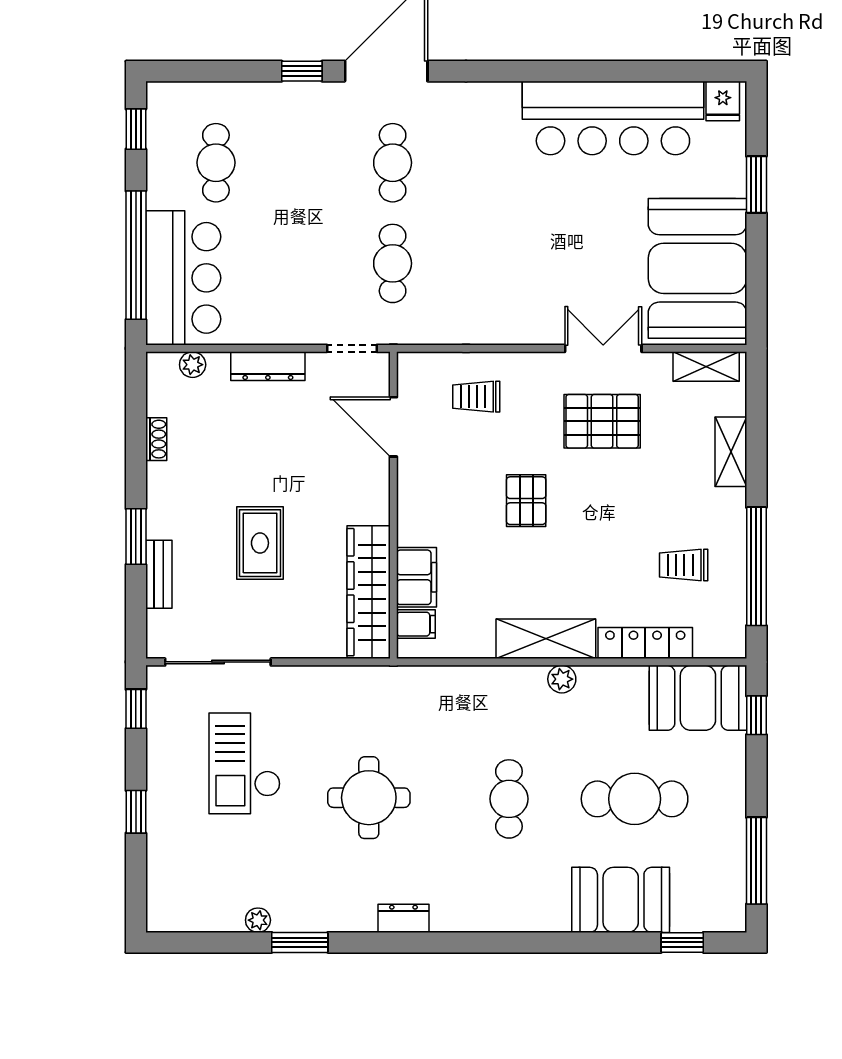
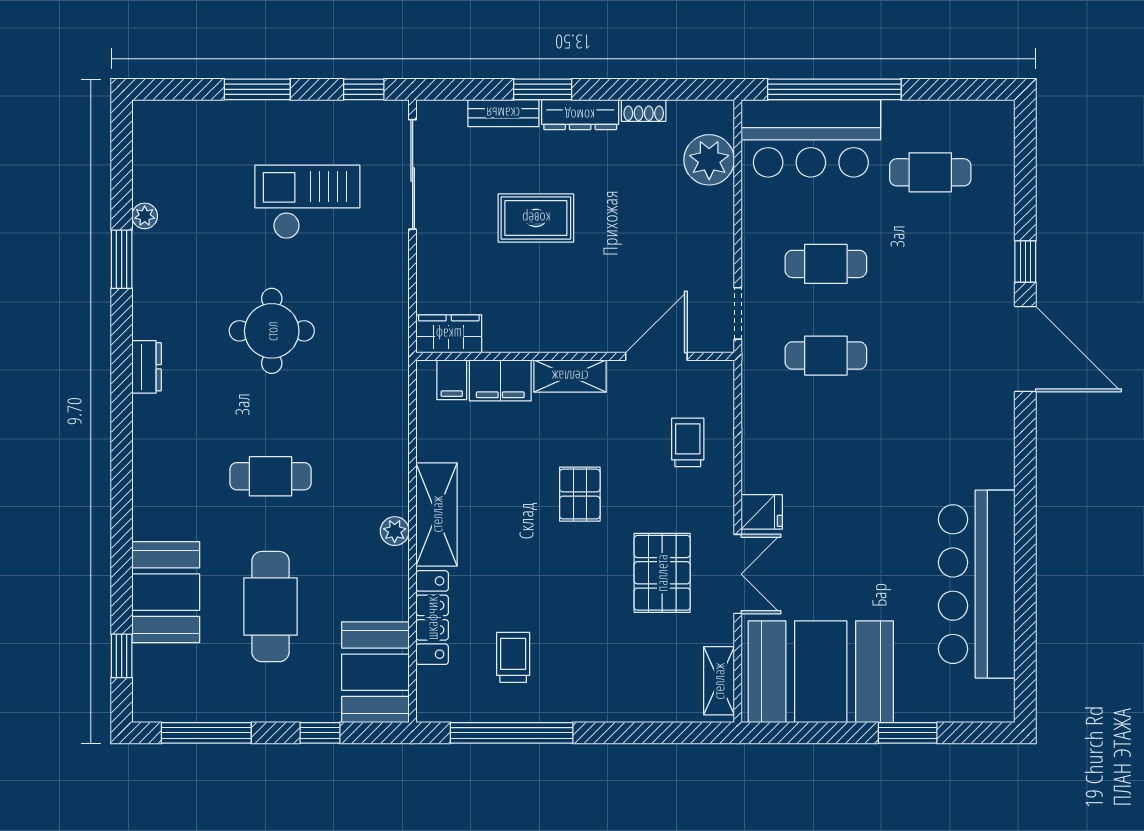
fridge: (723, 101) -> (762, 512), moved, turned 180
window: (136, 129) -> (965, 89), removed
cafe table: (393, 163) -> (826, 264), moved
plant: (193, 365) -> (709, 160), width x1.87, depth x1.87
dresser: (268, 366) -> (580, 115), moved, turned -90
shelving: (731, 452) -> (570, 376), moved
pallet: (526, 501) -> (580, 494), turned 90
wardrobe: (369, 592) -> (449, 334), width x0.48, depth x0.85
window: (756, 715) -> (320, 733), moved
window: (136, 812) -> (257, 89), width x1.50

